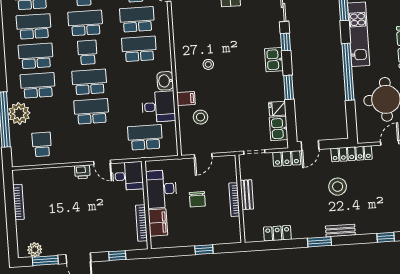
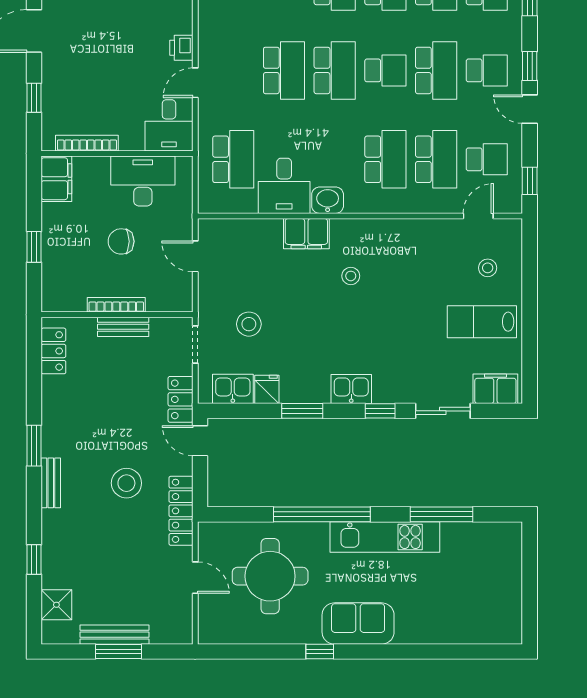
filing cabinet: (186, 99) -> (306, 234), width x2.00
stool: (200, 117) -> (249, 324), moved
filing cabinet: (158, 222) -> (56, 179), moved, turned -90
locker: (277, 233) -> (53, 351), moved

